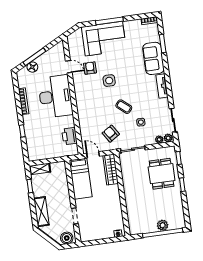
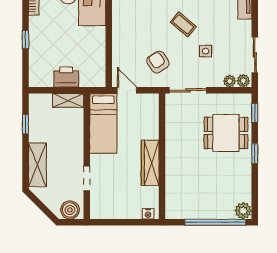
printer: (69, 136) -> (66, 77), moved, turned 90
shelving: (40, 169) -> (68, 100), moved
wardrobe: (111, 170) -> (150, 163), moved
dining table: (162, 174) -> (226, 133), turned 90
plant: (163, 225) -> (243, 211), moved

